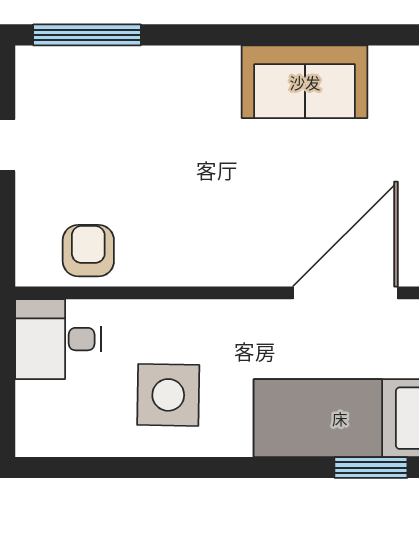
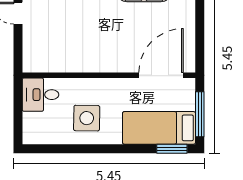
armchair: (88, 251) -> (53, 57), removed

